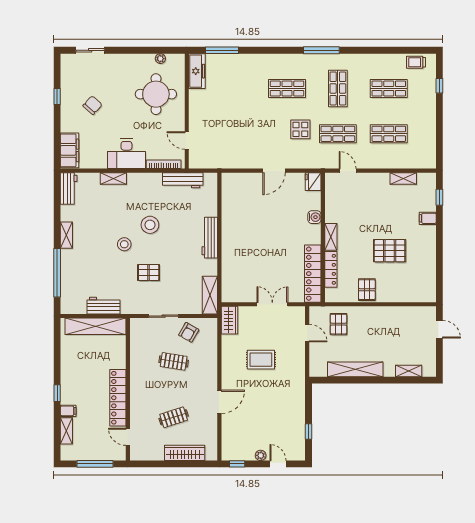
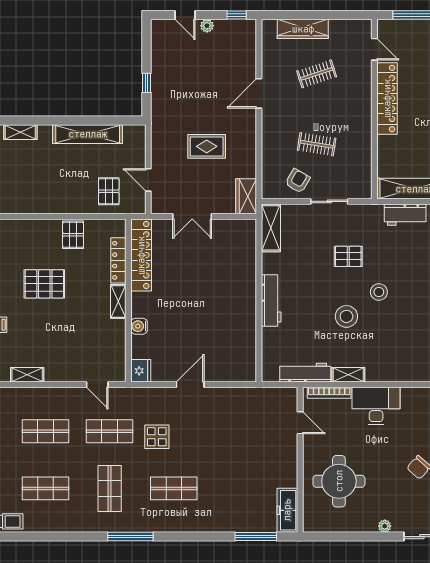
plant: (160, 59) -> (385, 526), moved
shelving: (113, 179) -> (348, 375), moved
window: (308, 431) -> (147, 83), moved

